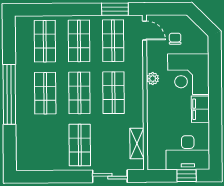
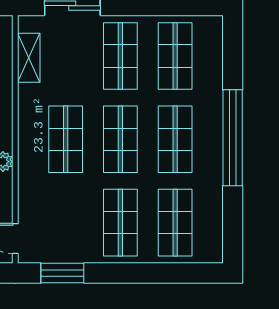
shop shelf: (113, 41) -> (175, 56), moved

